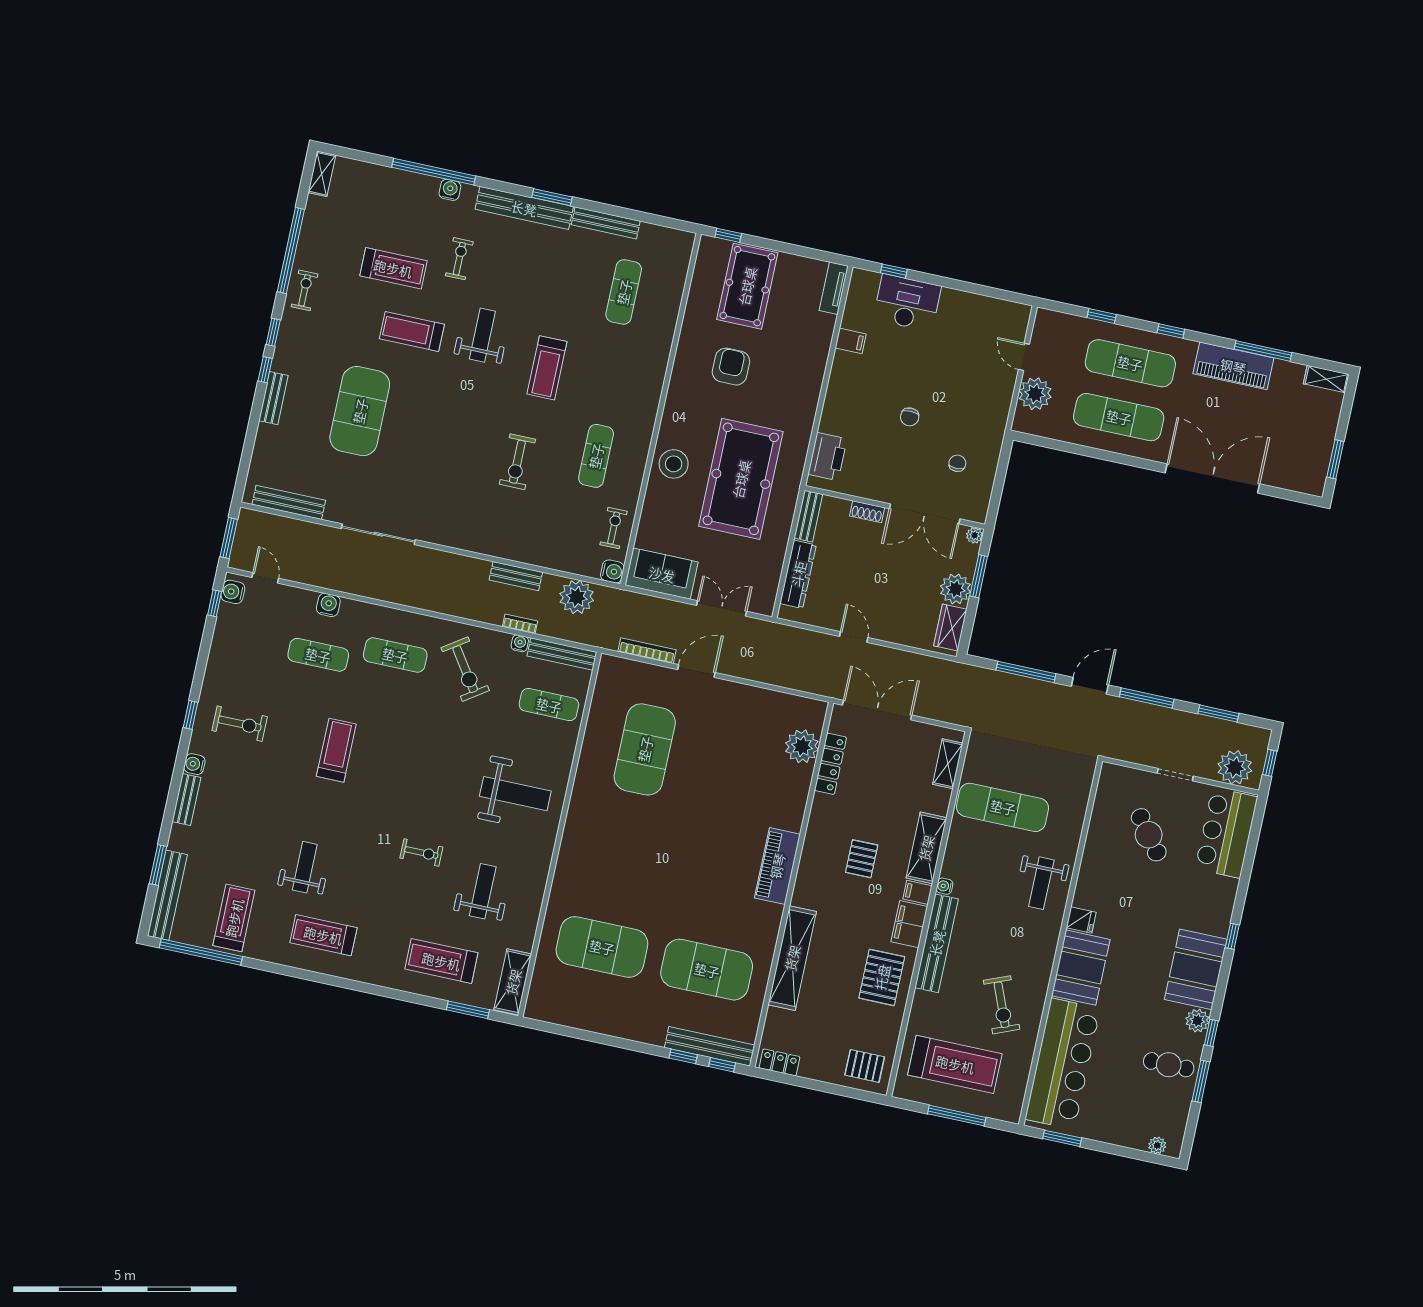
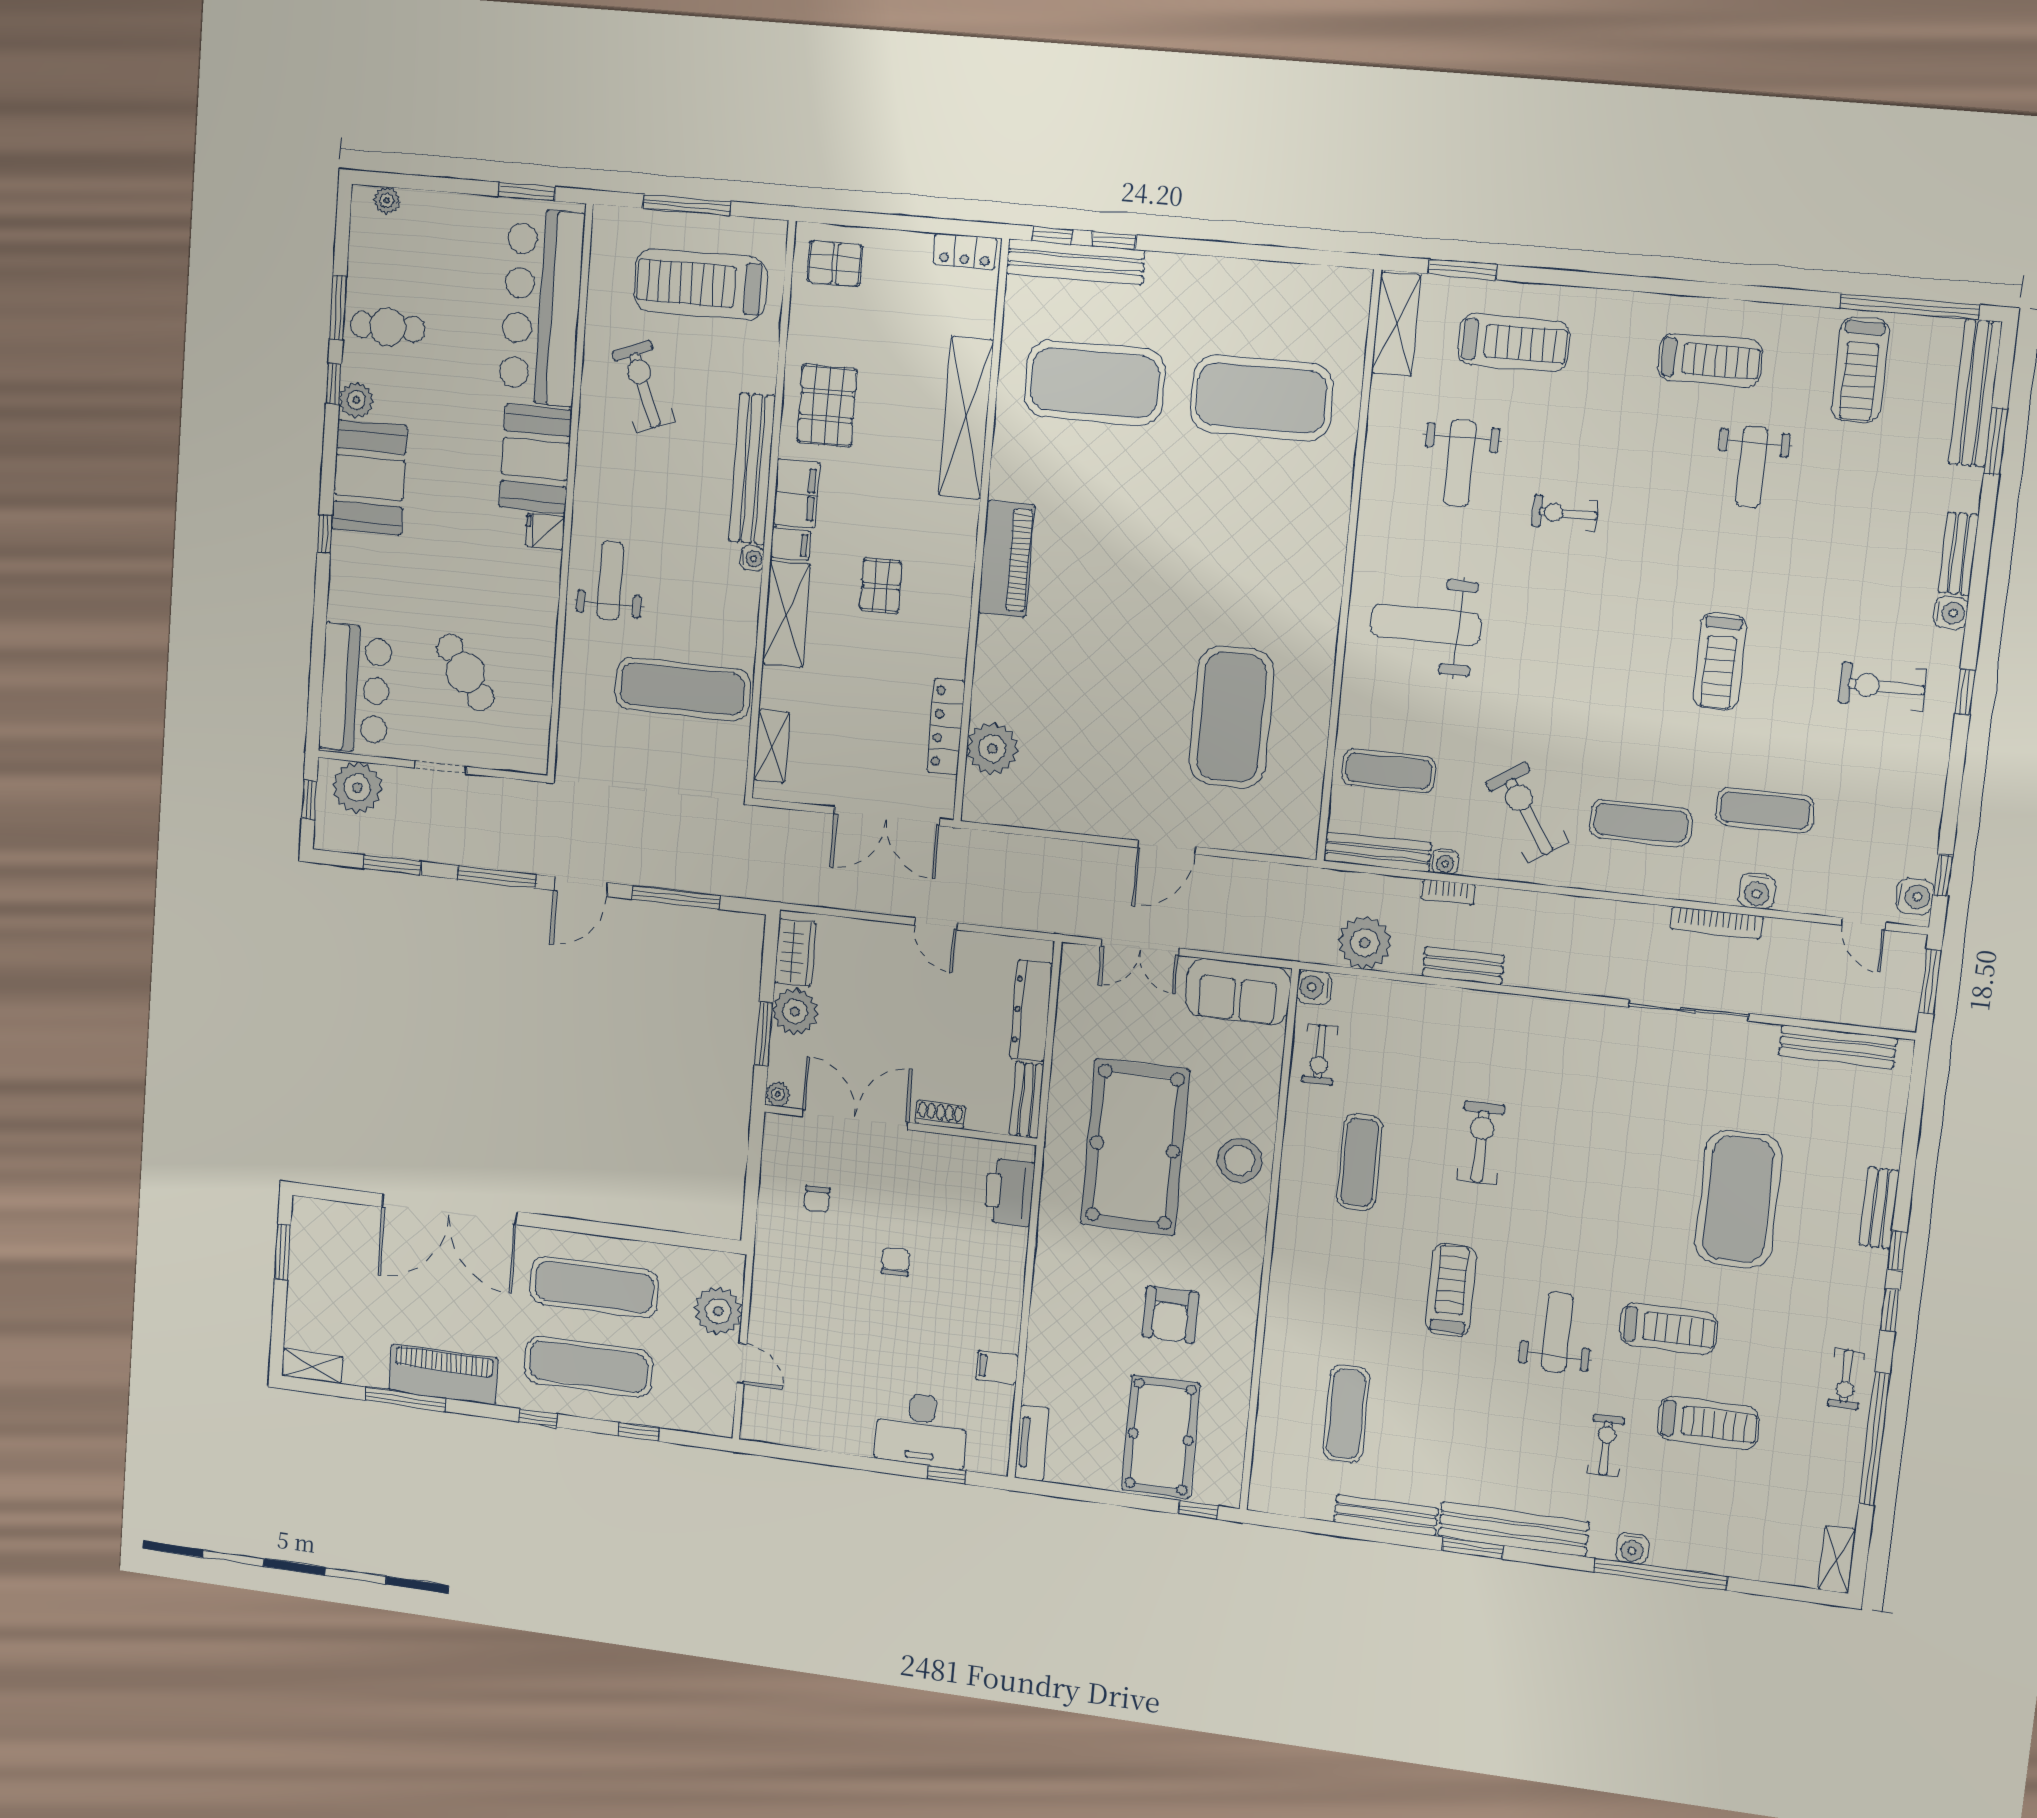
exercise bike: (459, 259) -> (1606, 1445), turned 180
treadmill: (393, 268) -> (1708, 1423), turned 180
weight bench: (482, 335) -> (1557, 1332), turned 180
bookcase: (647, 651) -> (1716, 923), moved

